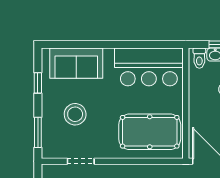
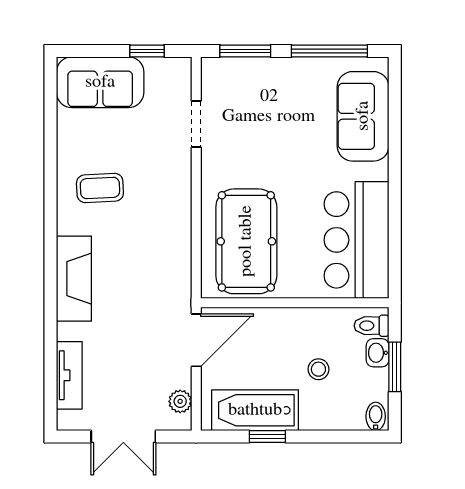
window: (38, 83) -> (329, 51), width x2.17
stool: (75, 114) -> (276, 114), removed

